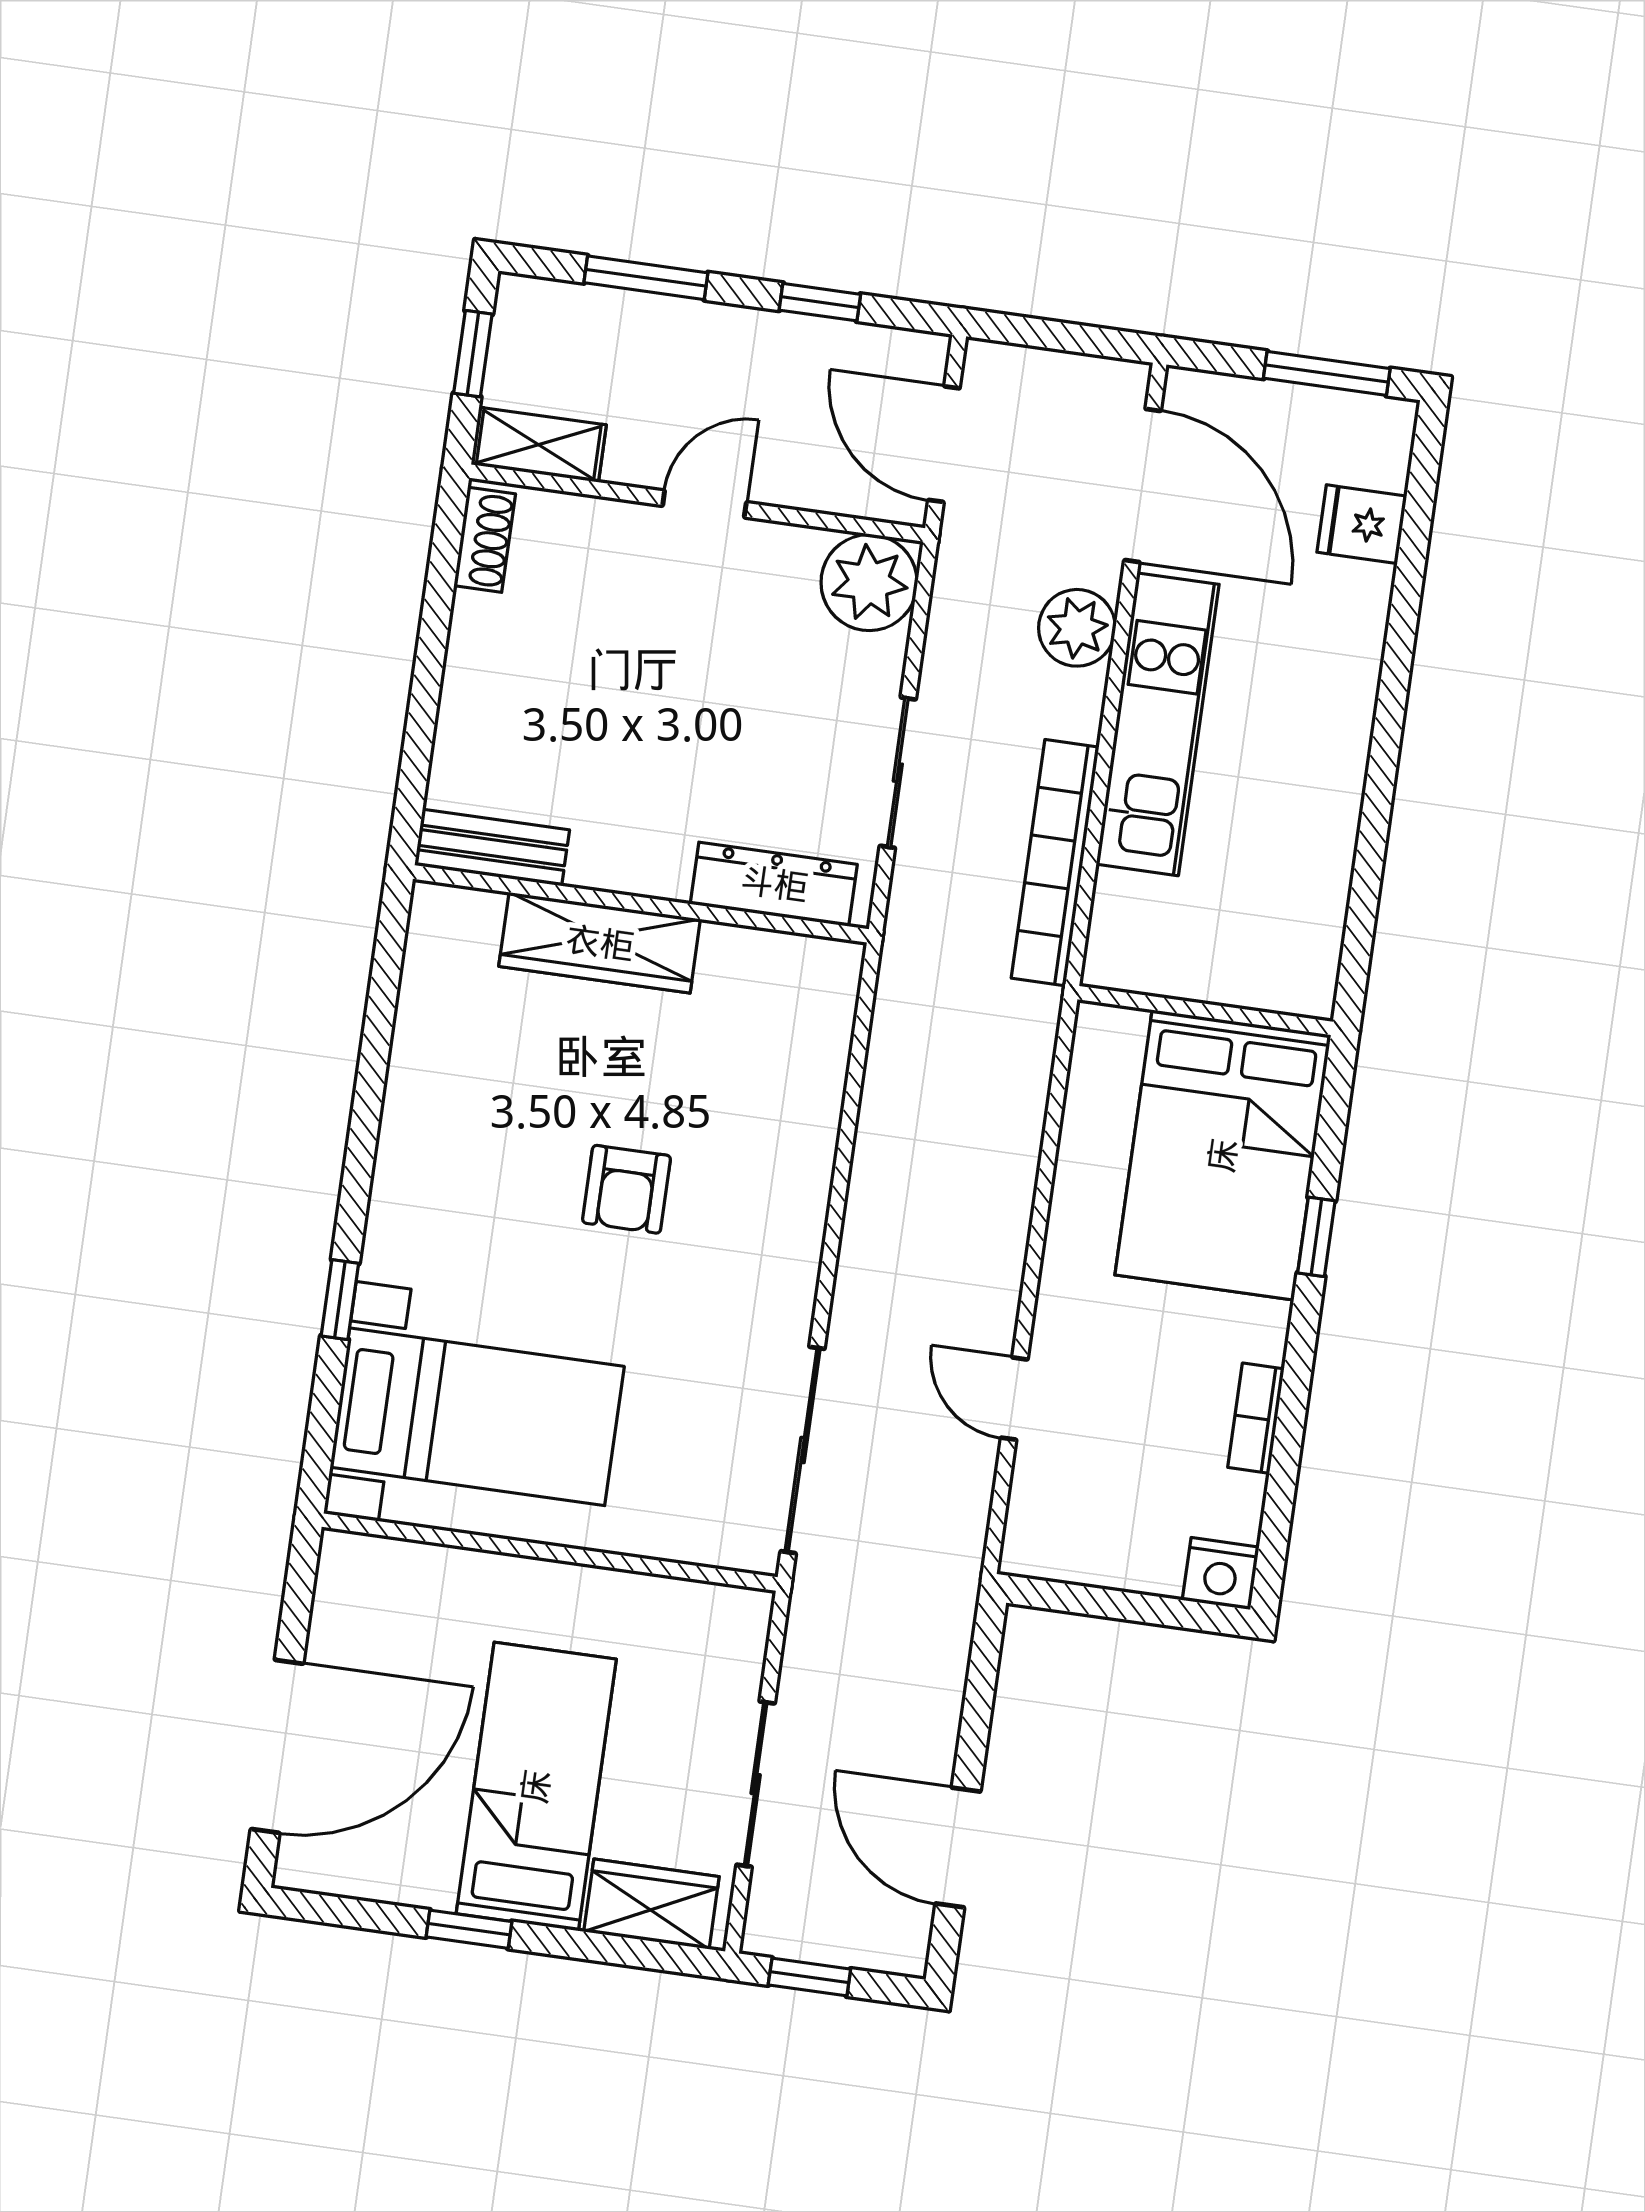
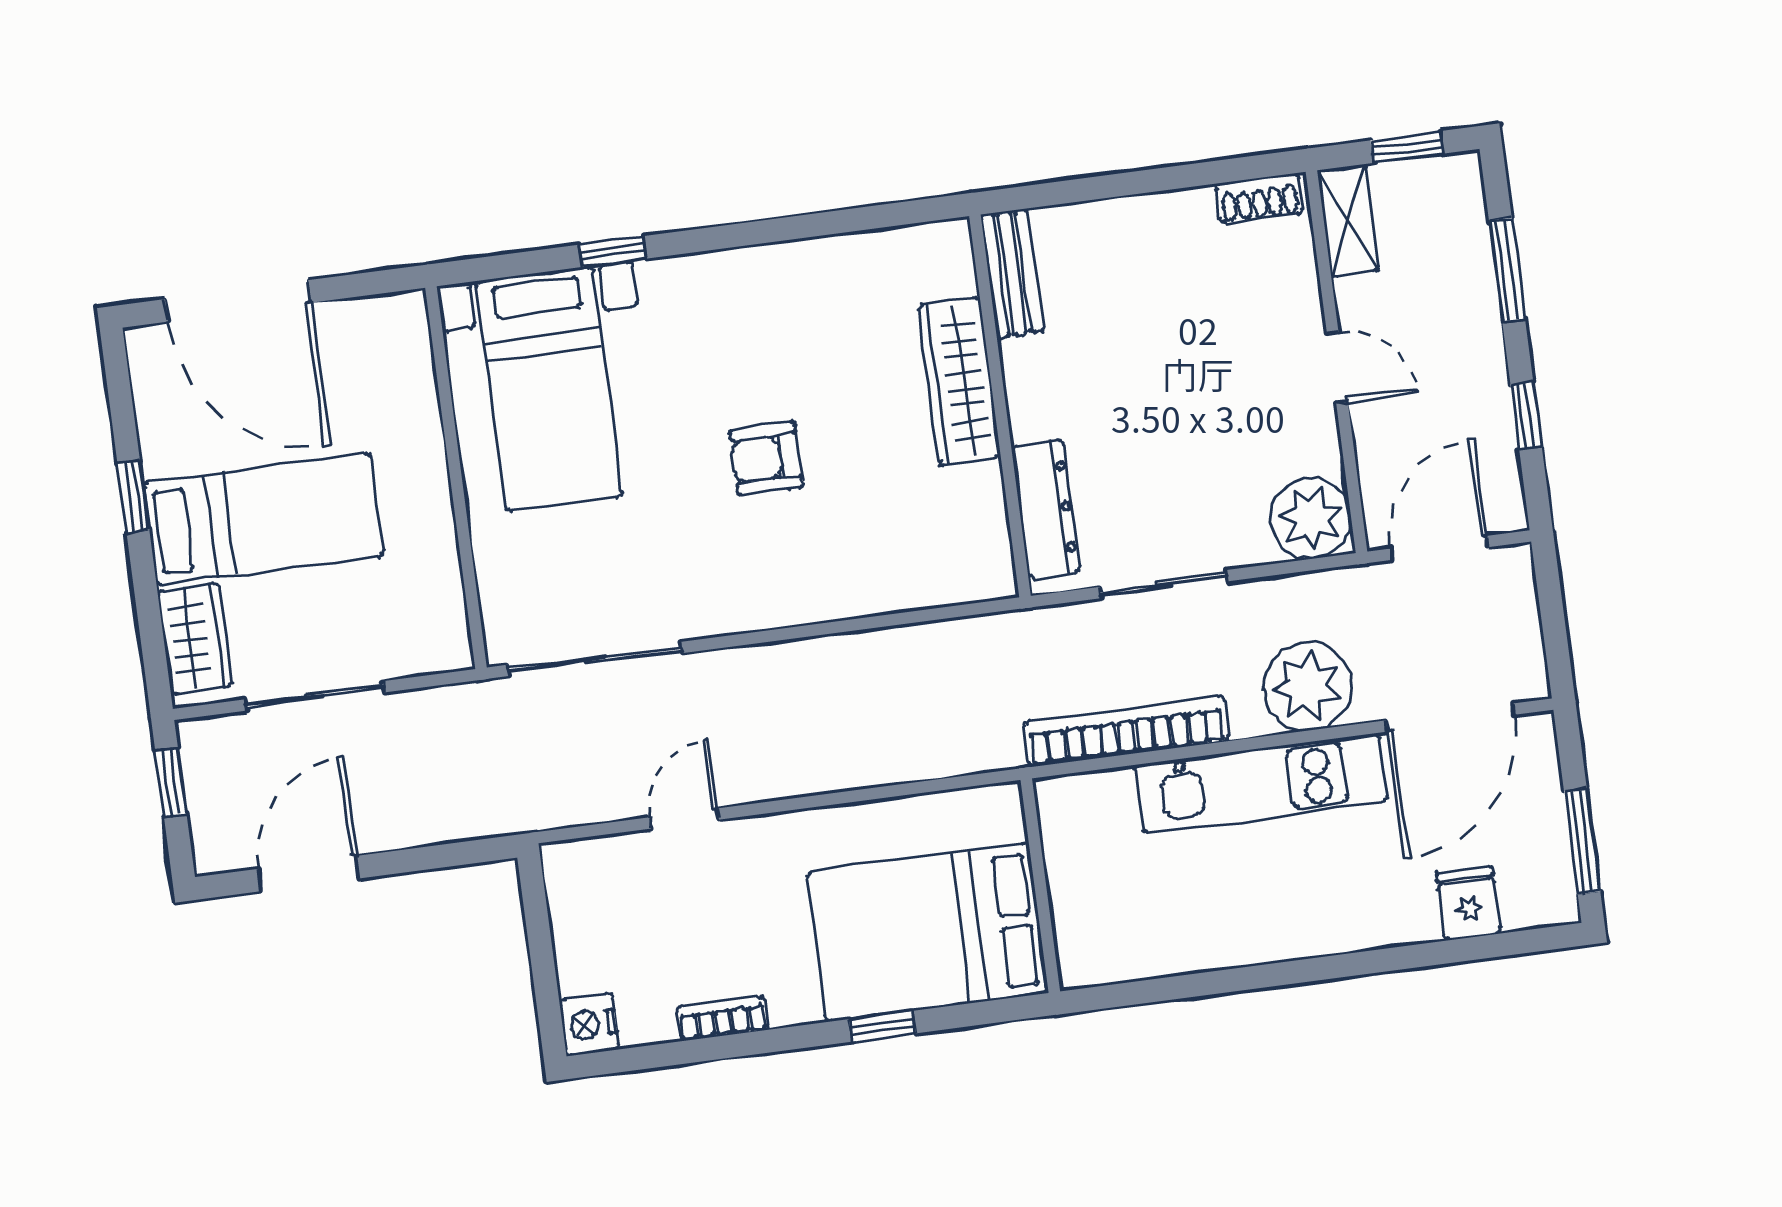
plant: (1077, 628) -> (1308, 686), width x1.36, depth x1.36

